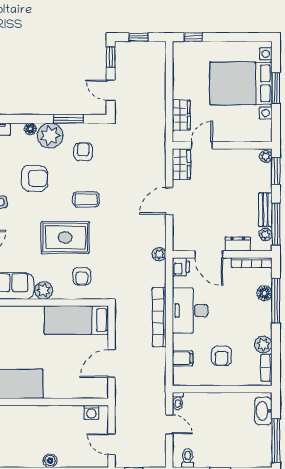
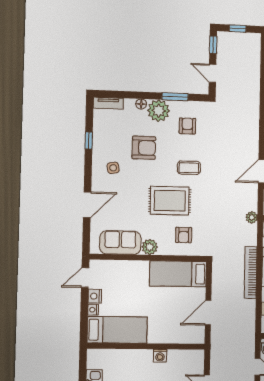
washing machine: (91, 412) -> (160, 356), moved

